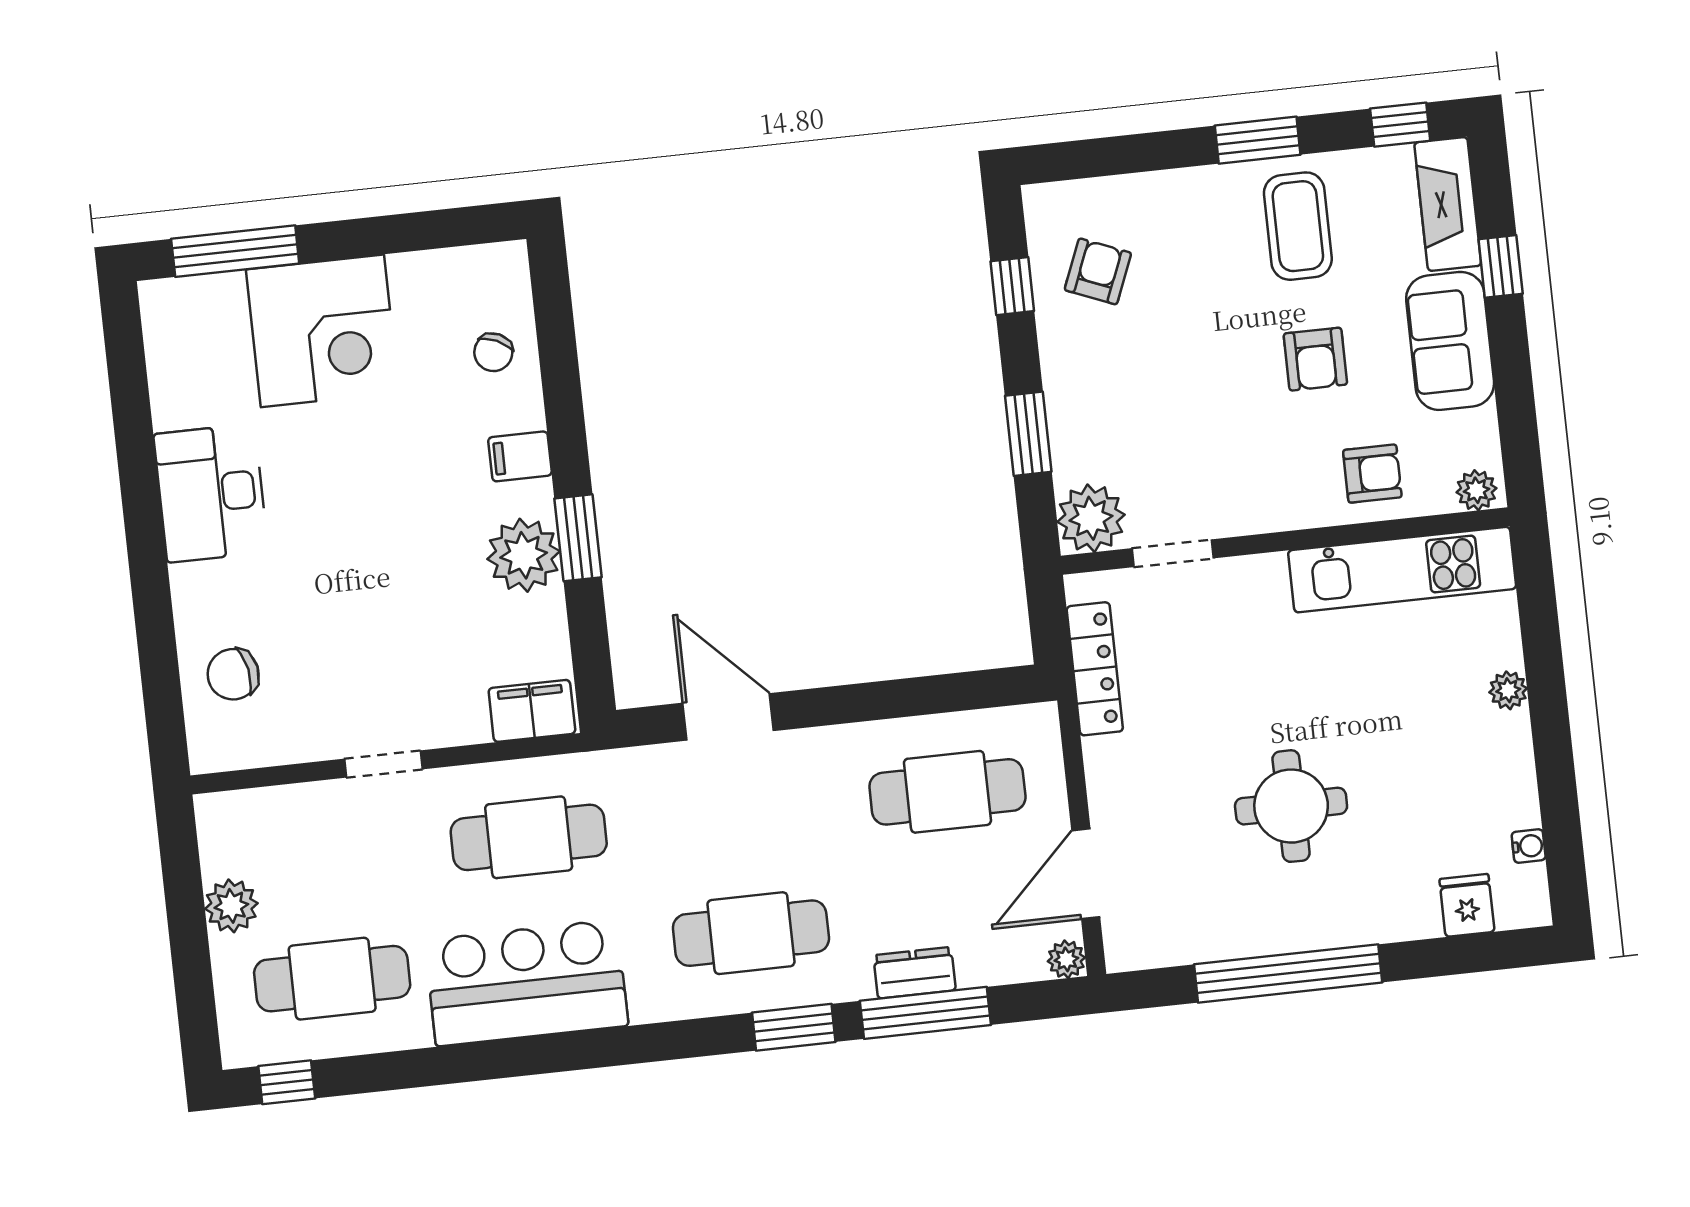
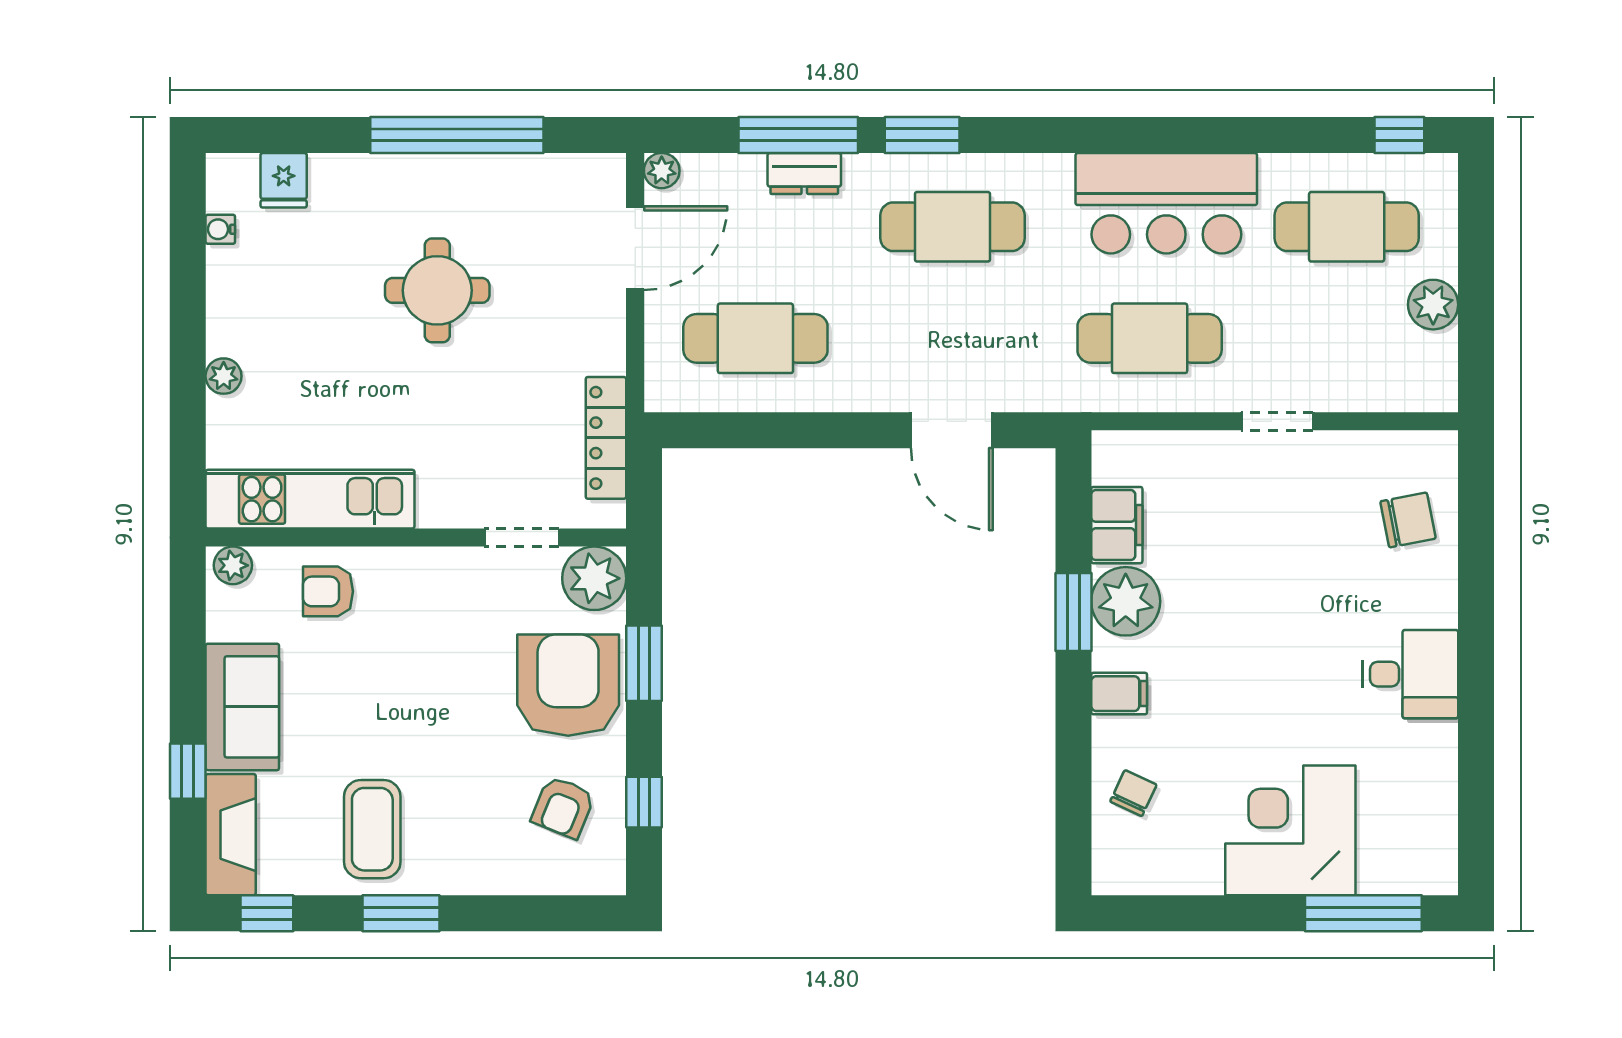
armchair: (1315, 359) -> (568, 685), moved, width x1.88, depth x1.88
desk: (211, 493) -> (1410, 674), width x0.73
filing cabinet: (532, 711) -> (1117, 525), moved, turned -90

